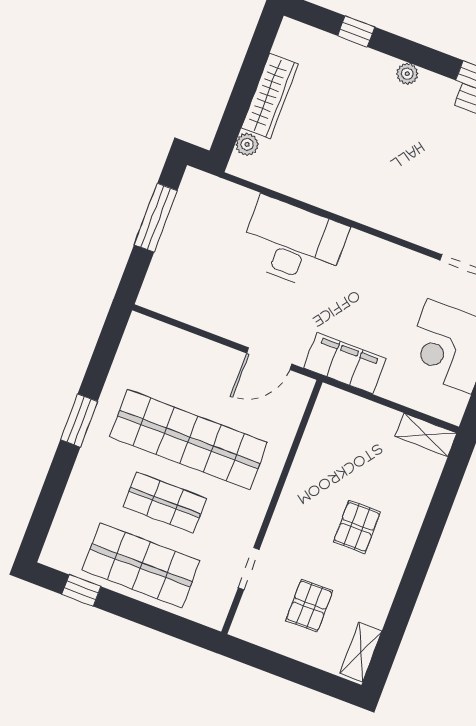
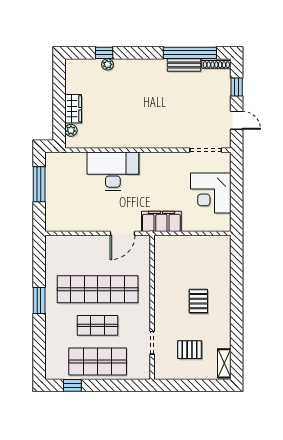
plant: (407, 74) -> (107, 64), moved
wardrobe: (270, 96) -> (73, 109), width x0.67
shelving: (426, 435) -> (216, 242), removed
pallet: (309, 606) -> (190, 350), turned 90

